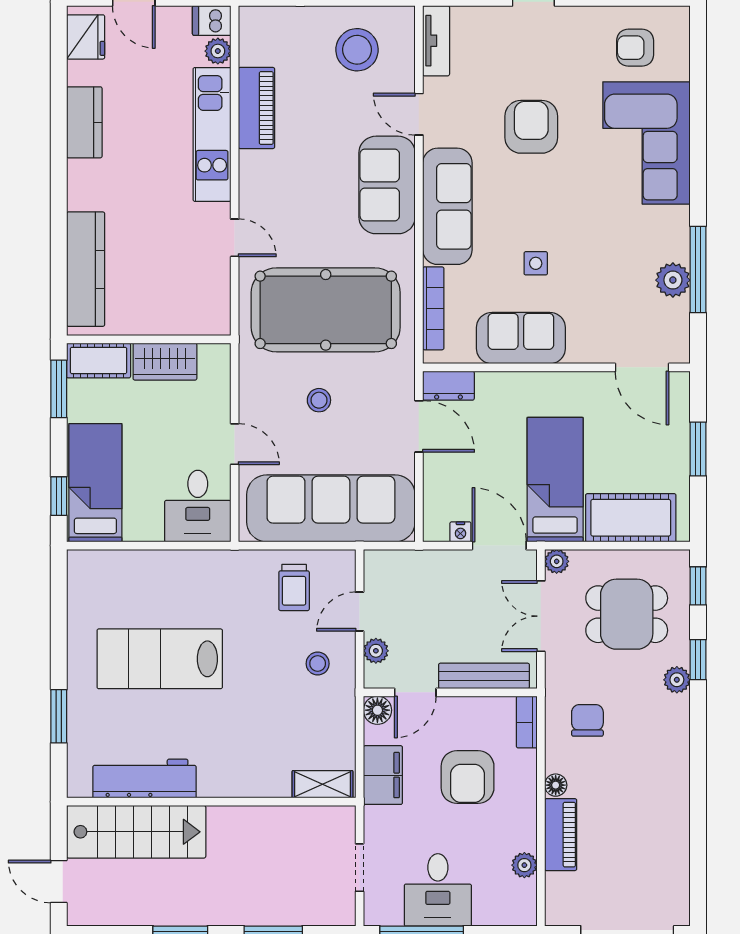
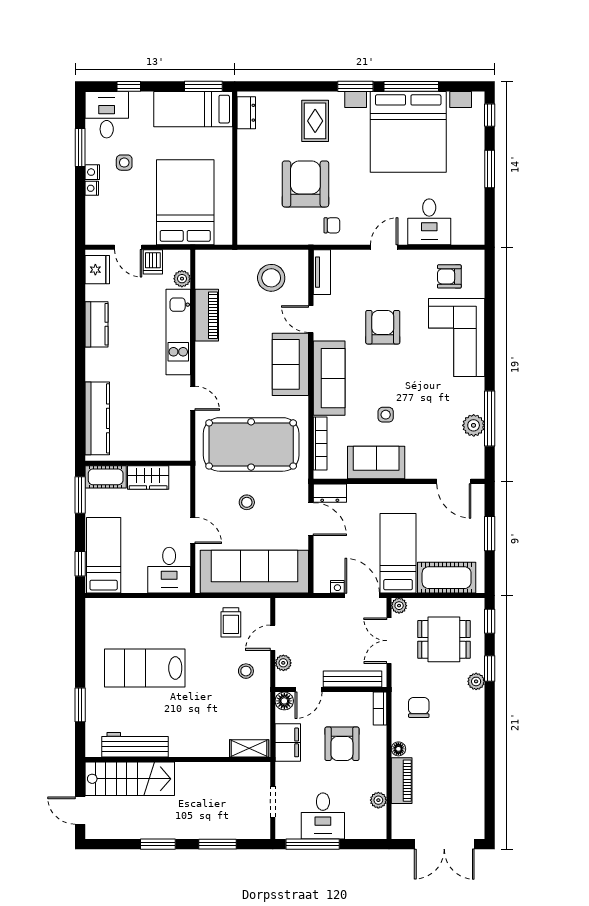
dishwasher: (212, 21) -> (153, 262), moved, turned -90

